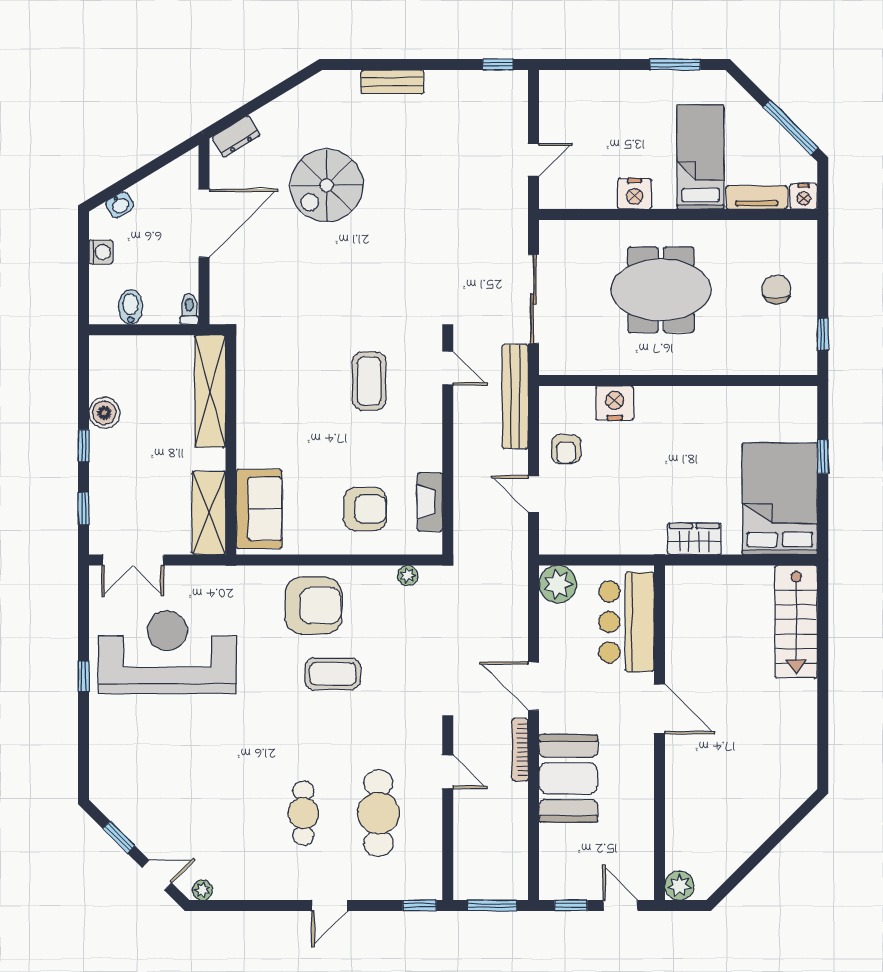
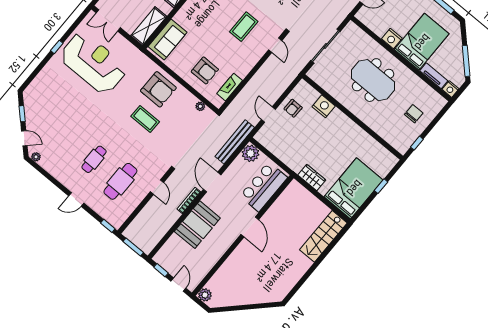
bed: (701, 157) -> (422, 42), width x1.50
bench: (515, 397) -> (235, 142), moved

